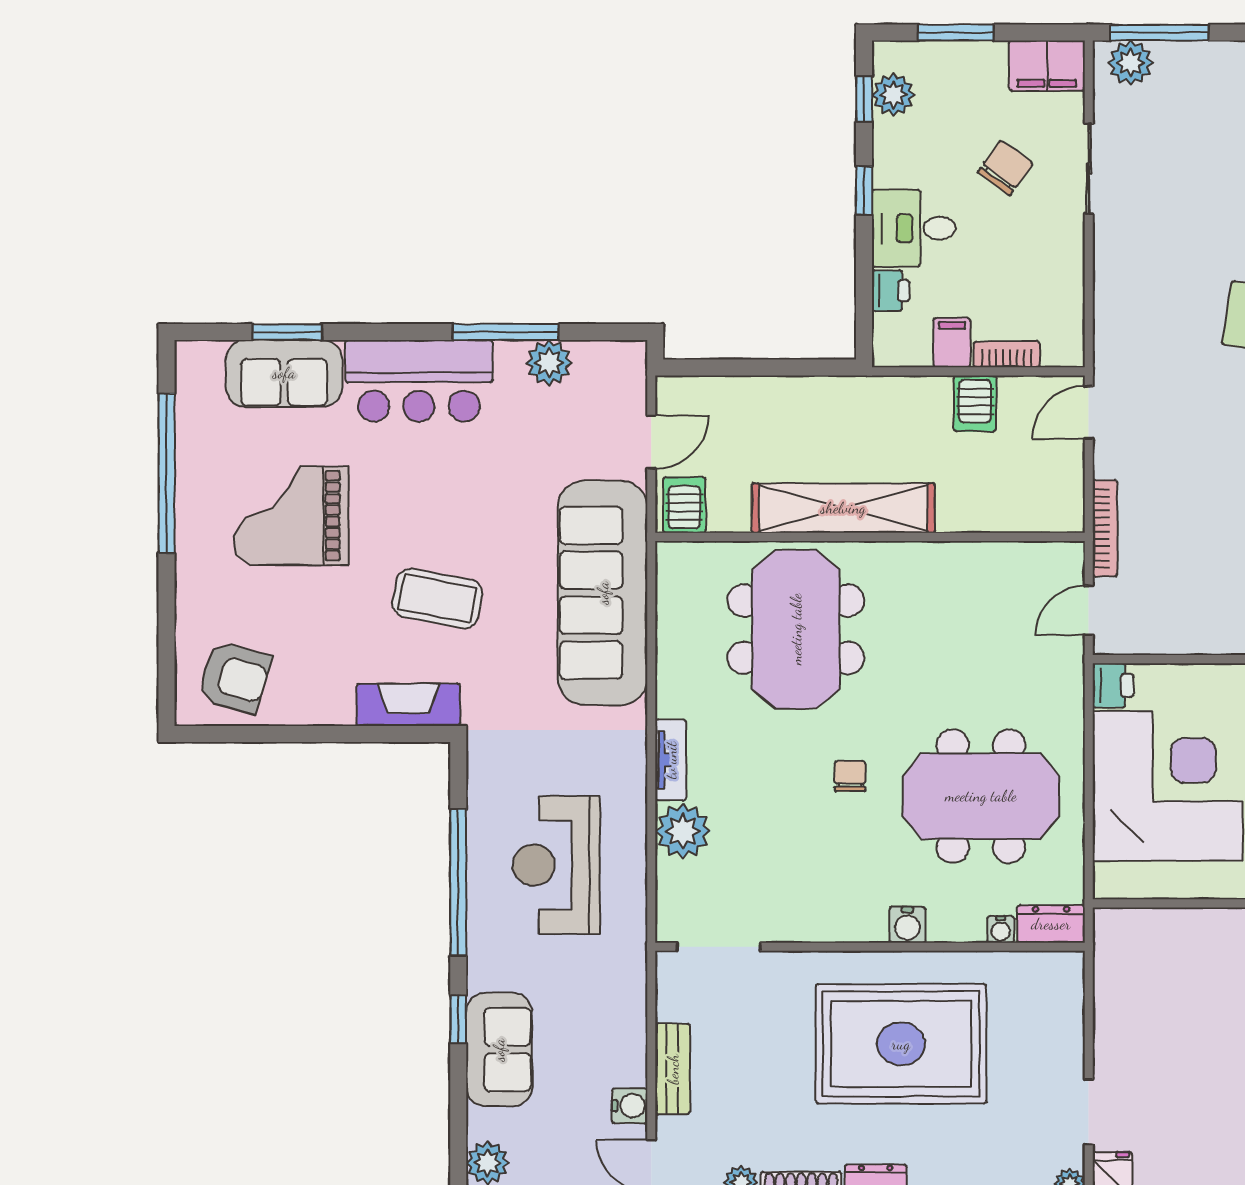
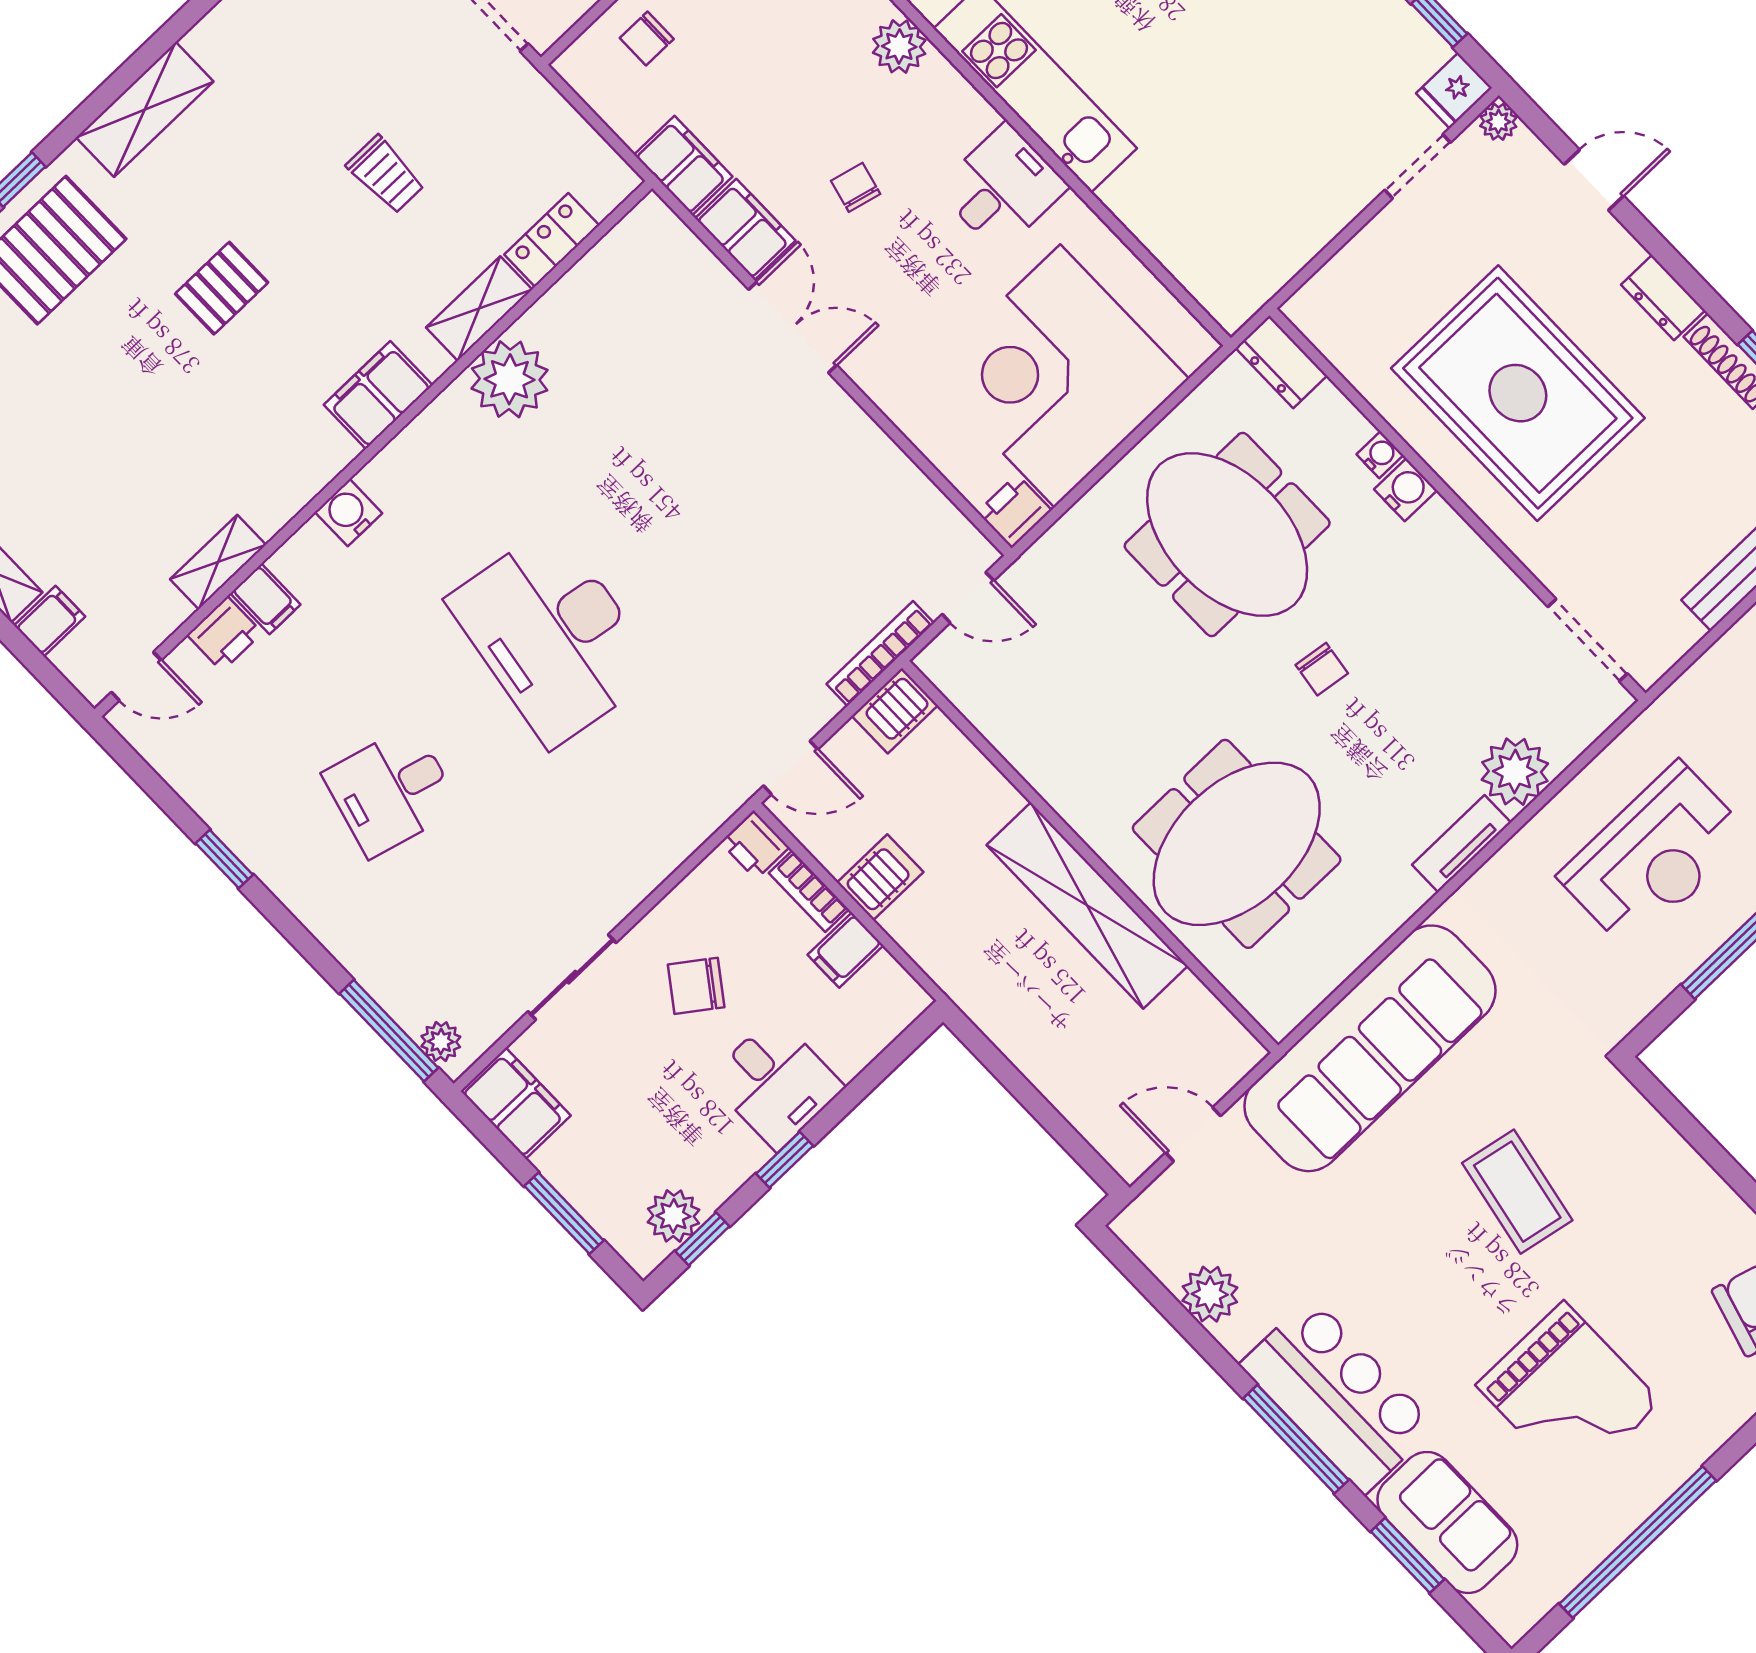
plant: (1130, 63) -> (441, 1042), width x0.73, depth x0.73
chair: (1005, 168) -> (696, 986), moved
printer: (891, 291) -> (755, 845), moved, turned -90
window: (506, 332) -> (1296, 1439), moved
server rack: (684, 505) -> (895, 711), moved
fireplace: (408, 705) -> (1637, 1126), removed
chair: (850, 776) -> (1322, 669), turned -82
water cooler: (1001, 929) -> (1380, 455), moved

